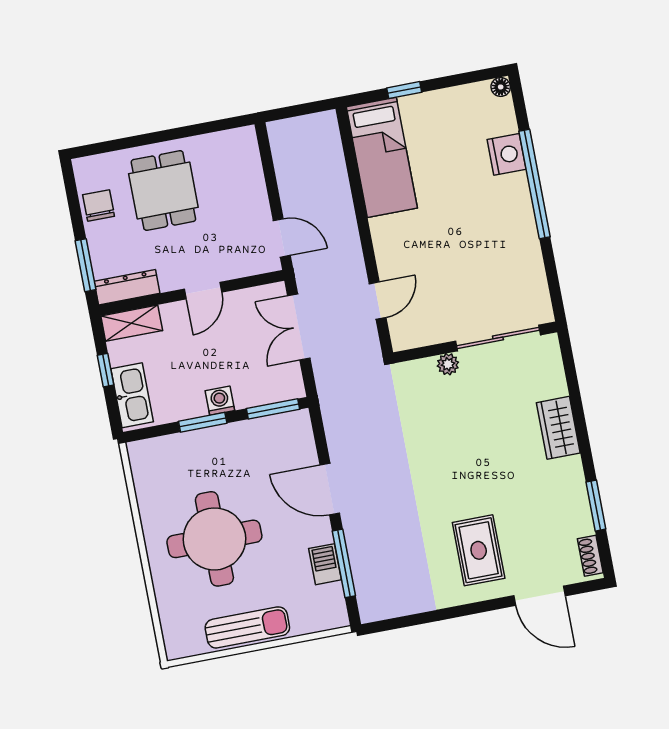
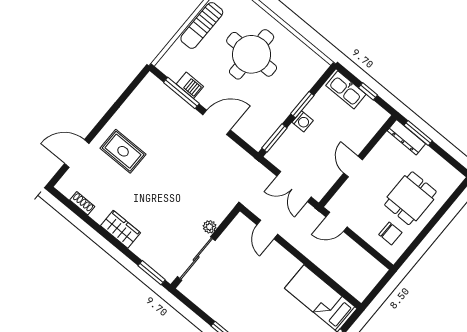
dining table: (163, 191) -> (410, 198), turned 90
chair: (99, 206) -> (390, 233), moved
dresser: (127, 287) -> (406, 137), moved, turned 90
shelving: (132, 323) -> (374, 124), removed
double door: (299, 327) -> (294, 187), swing flipped
wardrobe: (558, 428) -> (120, 229), moved
window: (596, 506) -> (152, 273), moved
shoe rack: (590, 556) -> (82, 203), moved

